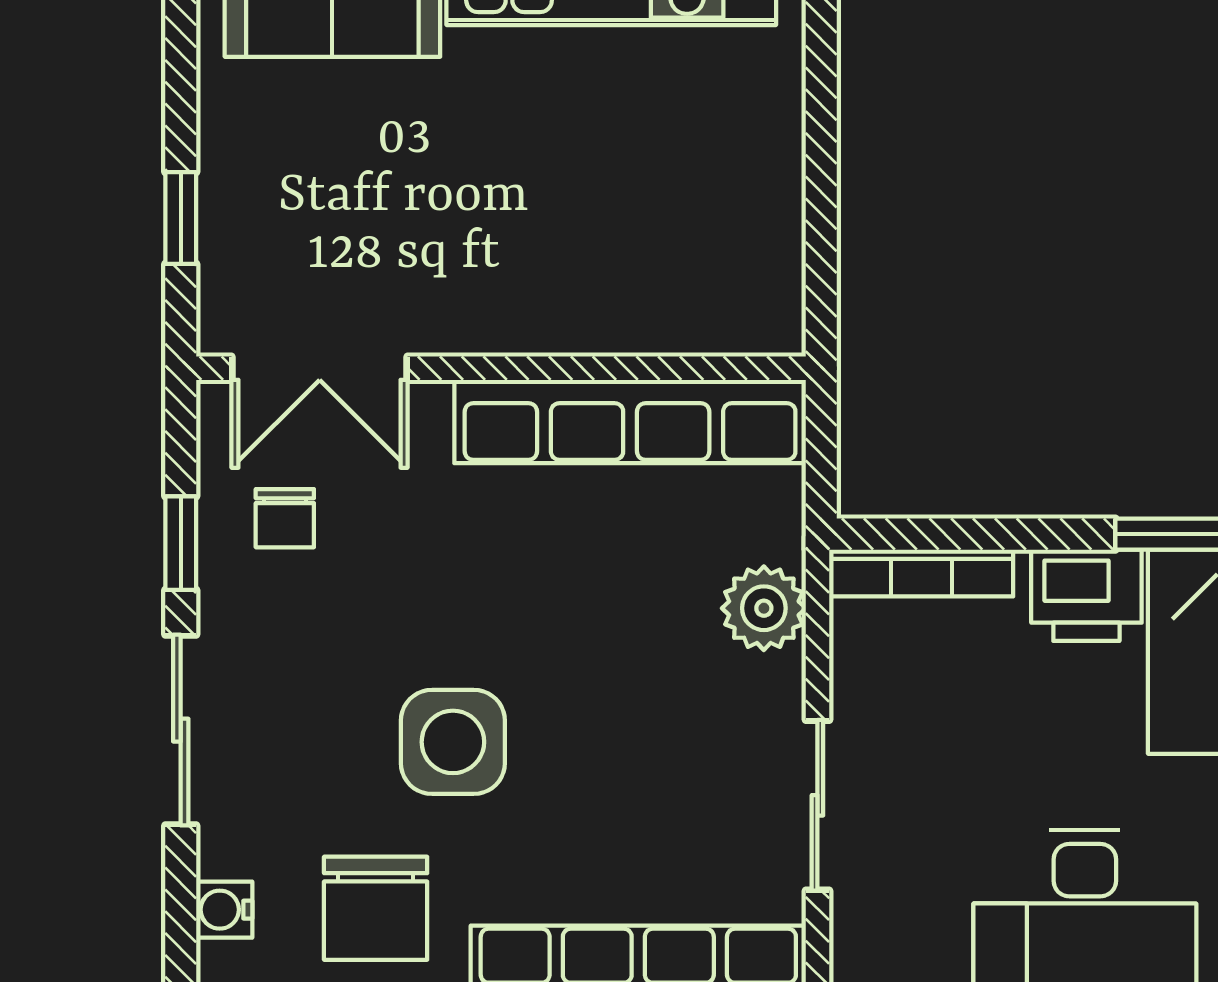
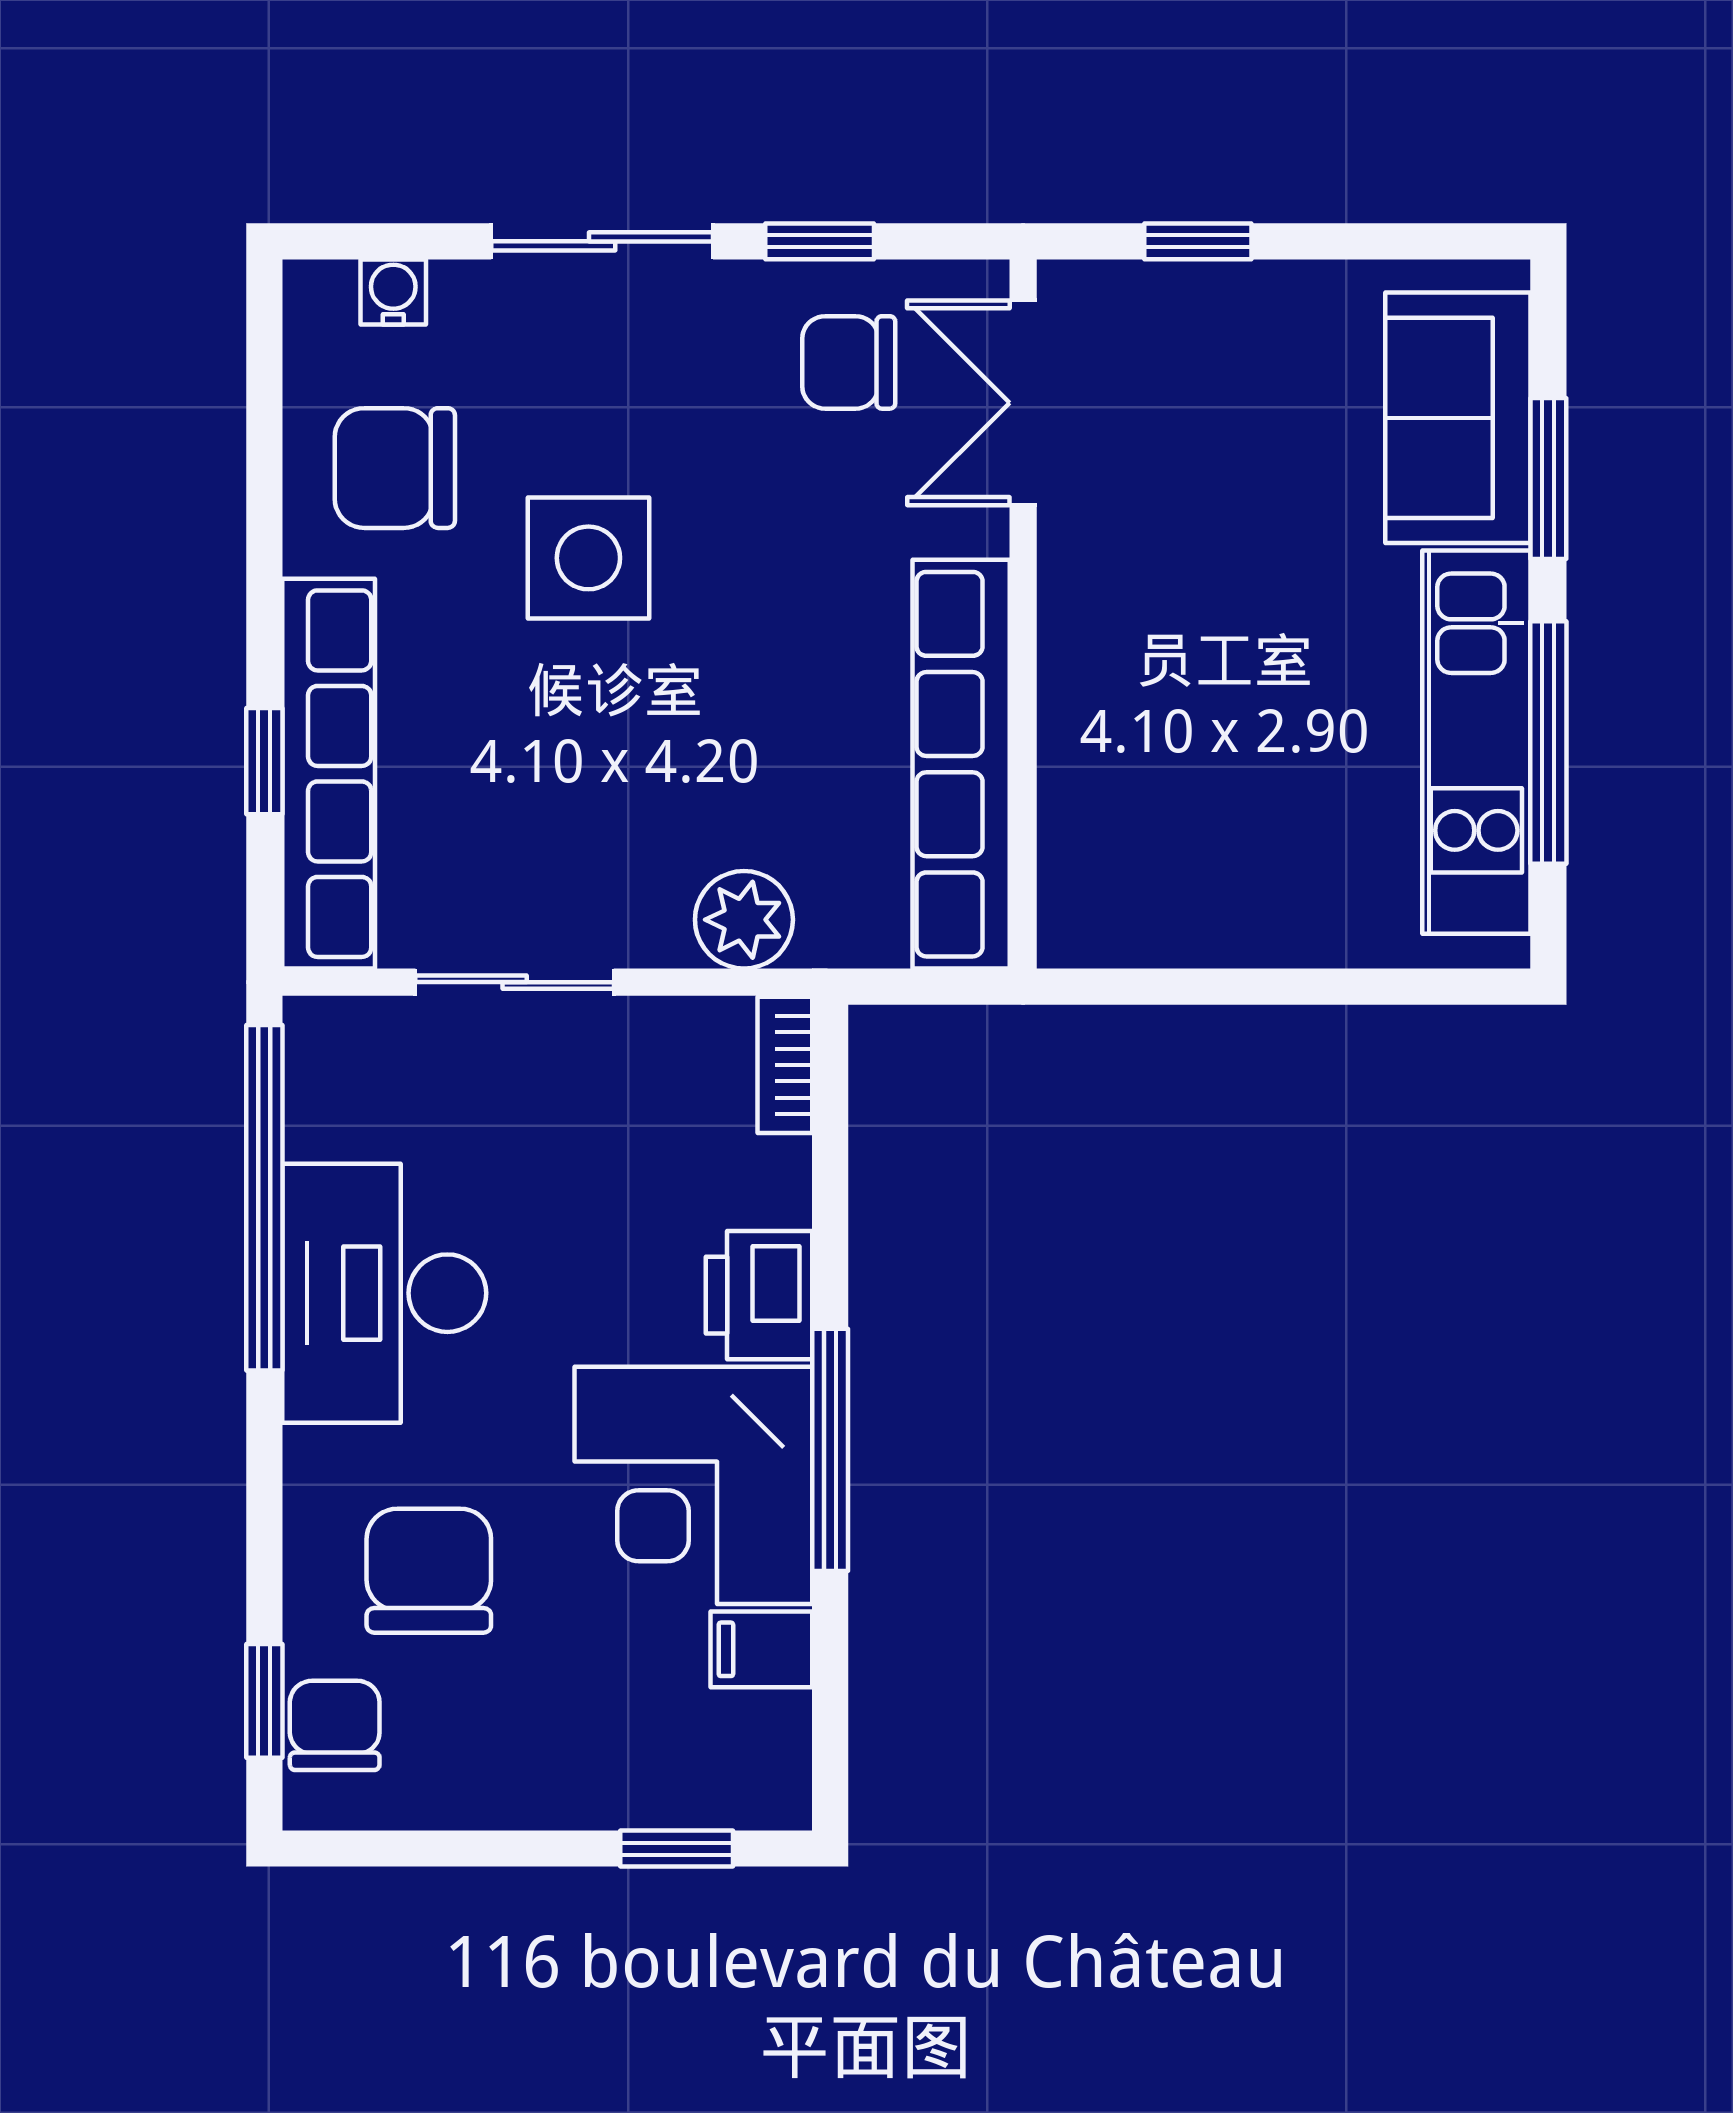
chair: (285, 518) -> (849, 362), width x1.37, depth x1.37
bookcase: (922, 573) -> (785, 1065), width x0.64

